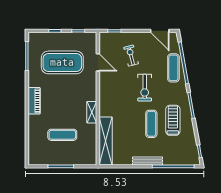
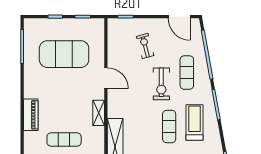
door: (98, 62) -> (106, 78), moved
exercise mat: (173, 68) -> (187, 73), moved
piano: (34, 101) -> (31, 115), moved

